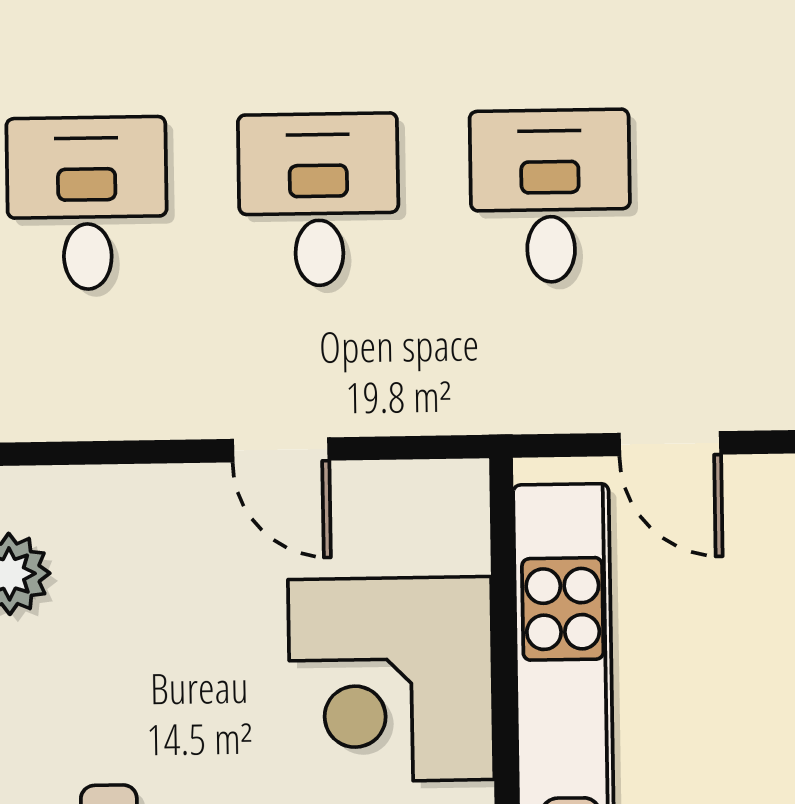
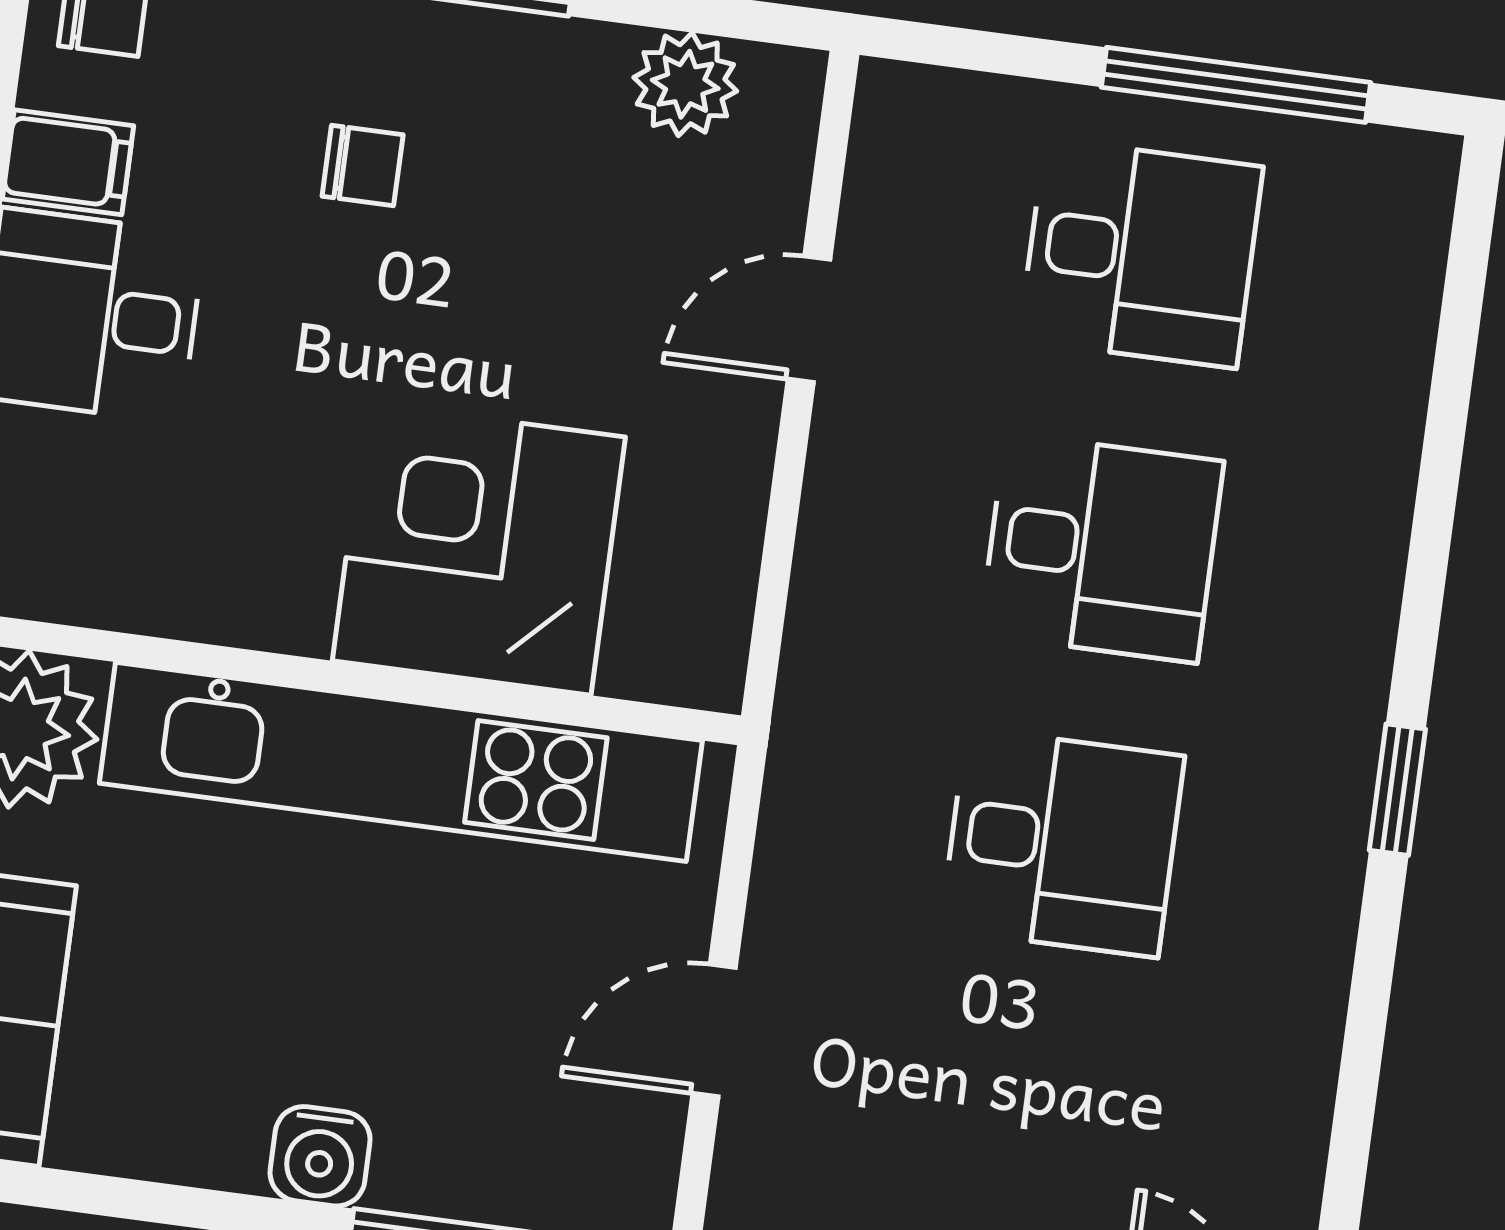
door: (670, 444) -> (714, 1031), moved
door: (281, 450) -> (809, 319), moved

